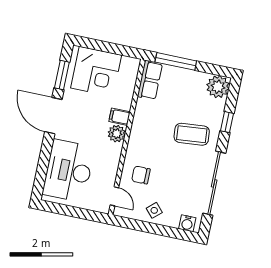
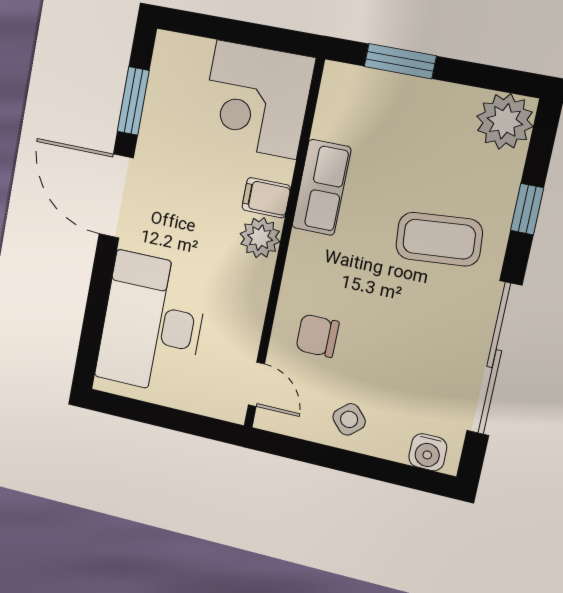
window: (176, 61) -> (400, 61), width x0.69
corner desk: (96, 72) -> (257, 100), moved, turned 90
row of seats: (150, 80) -> (321, 187), moved

